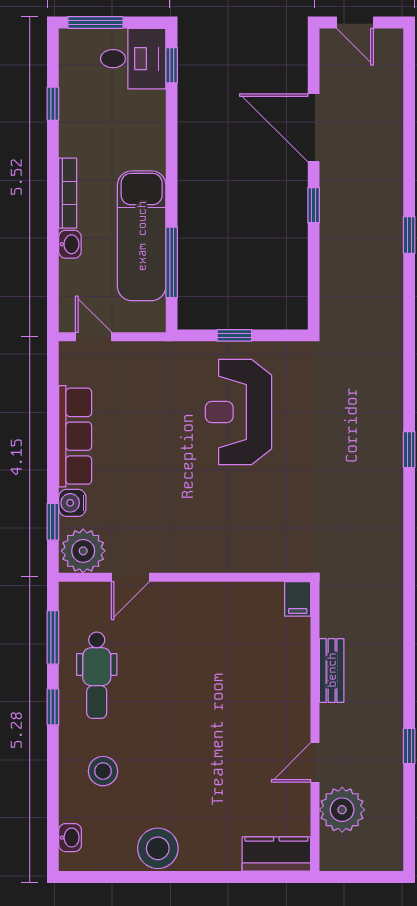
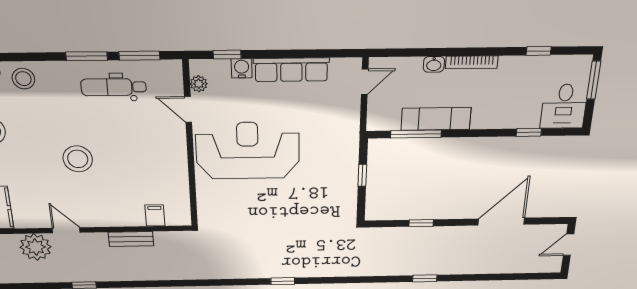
window: (172, 65) -> (529, 132), moved
window: (314, 205) -> (421, 223), moved
exam couch: (142, 236) -> (436, 119), width x0.73, depth x0.69
reception desk: (238, 412) -> (248, 151), moved, width x1.36, depth x1.30
plant: (83, 551) -> (199, 84), width x0.53, depth x0.53
filing cabinet: (298, 599) -> (155, 215), moved, turned 90
window: (53, 707) -> (87, 56), width x1.50
stool: (202, 734) -> (78, 159), added
stool: (103, 771) -> (23, 79), moved

